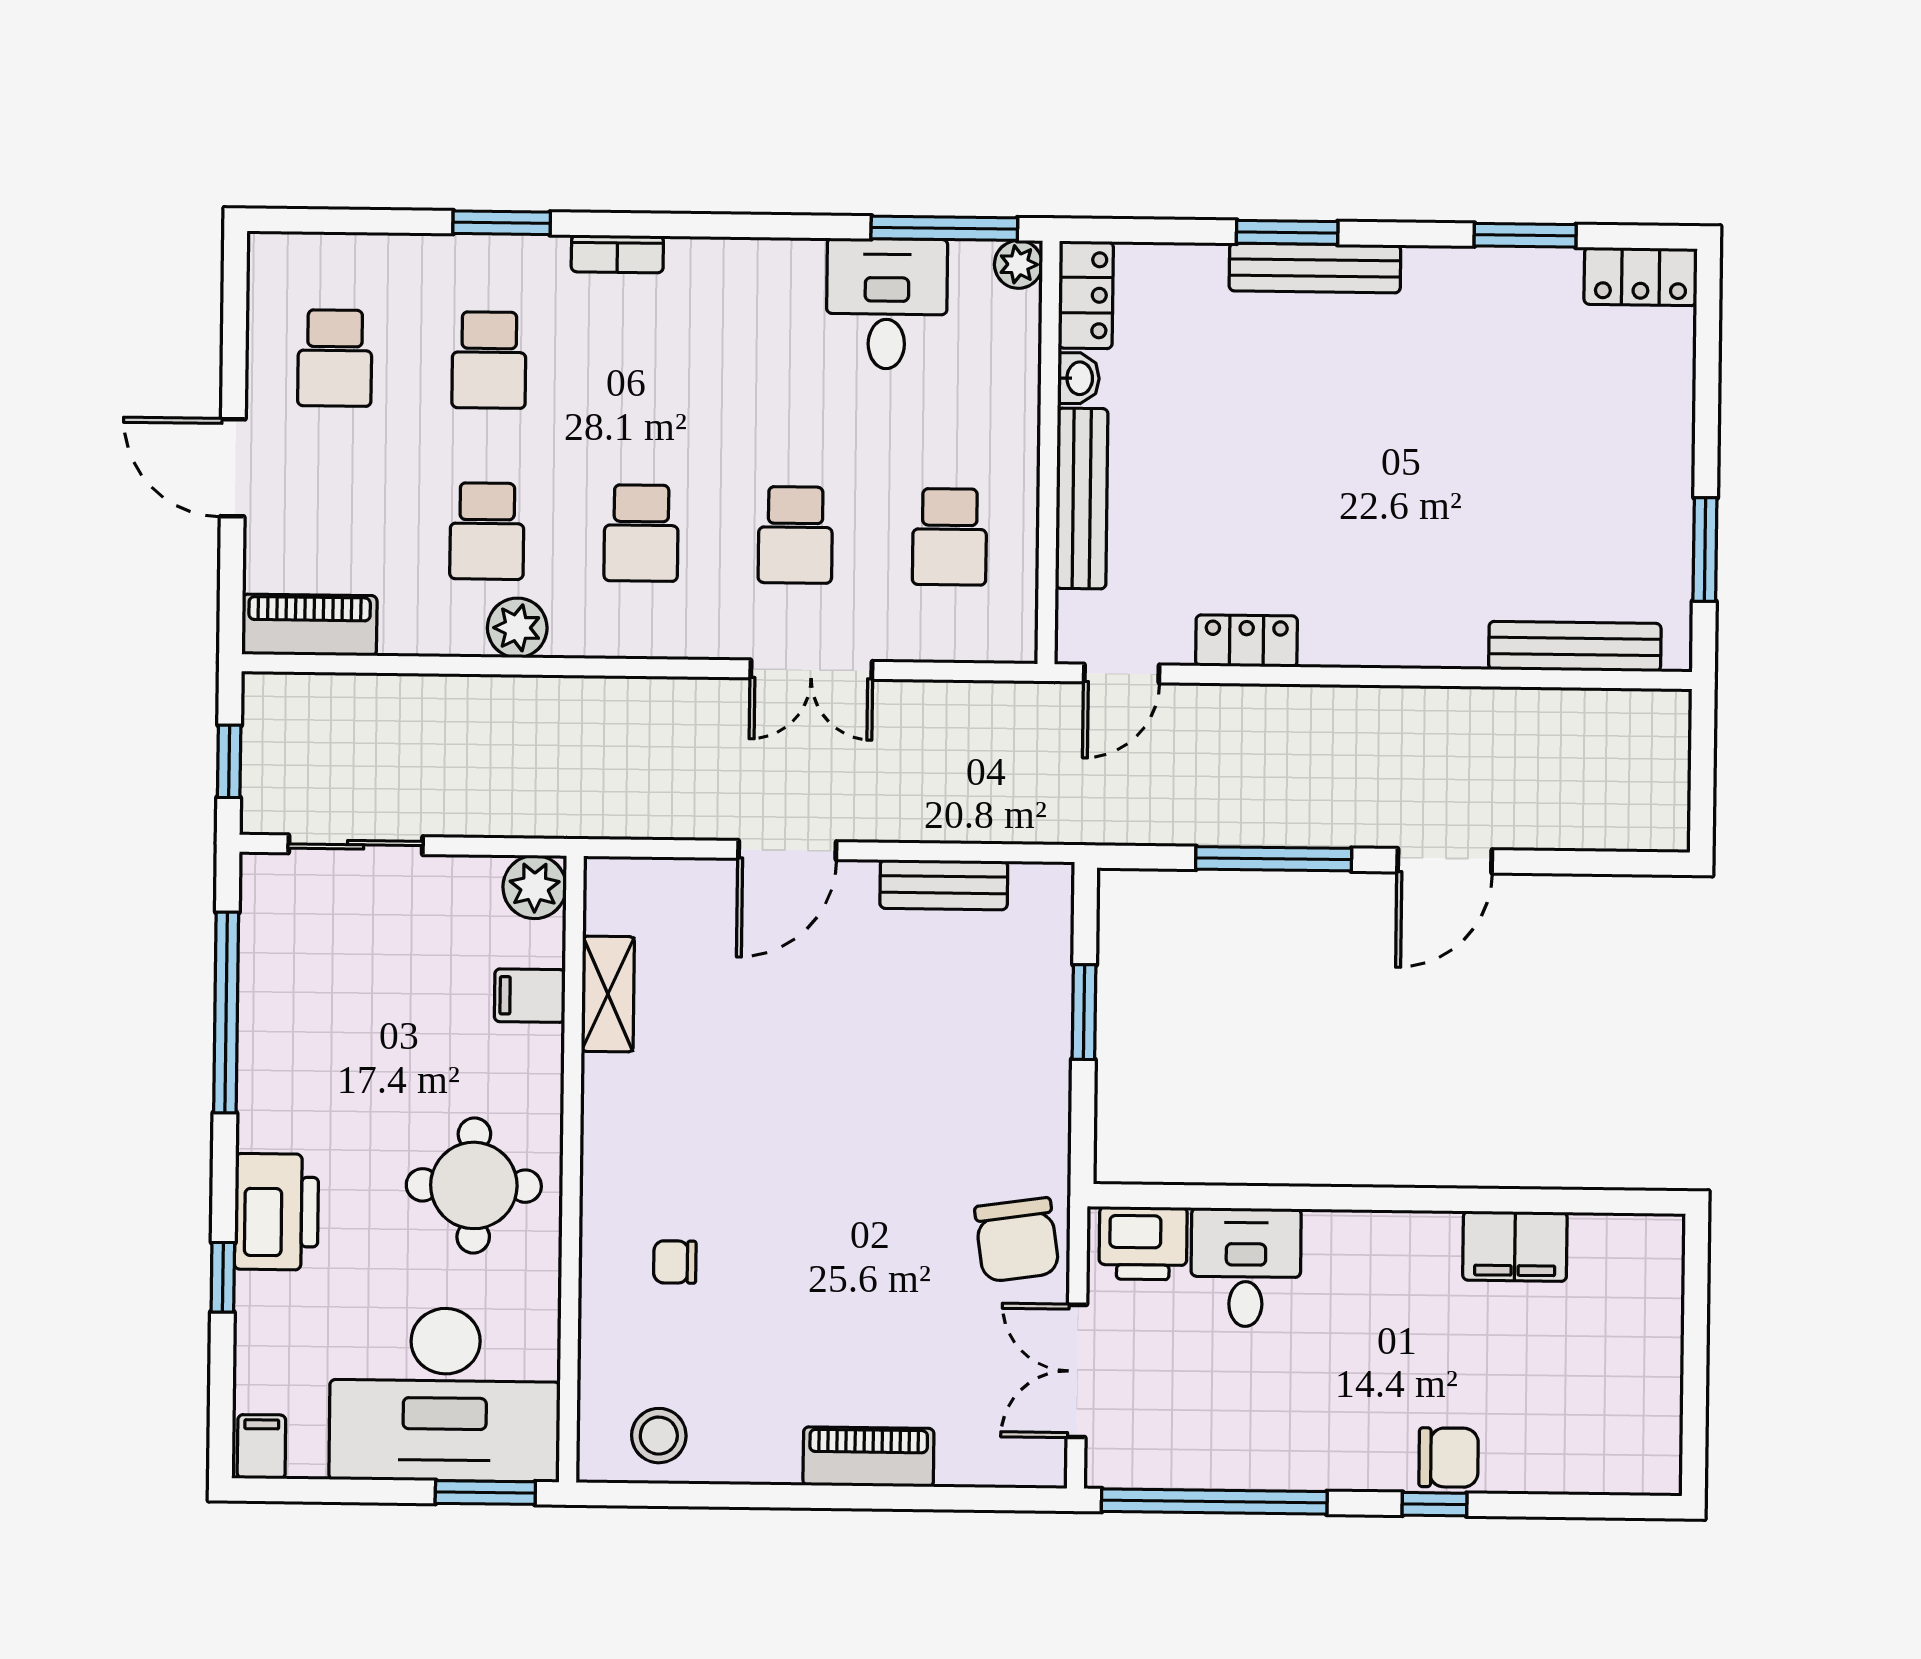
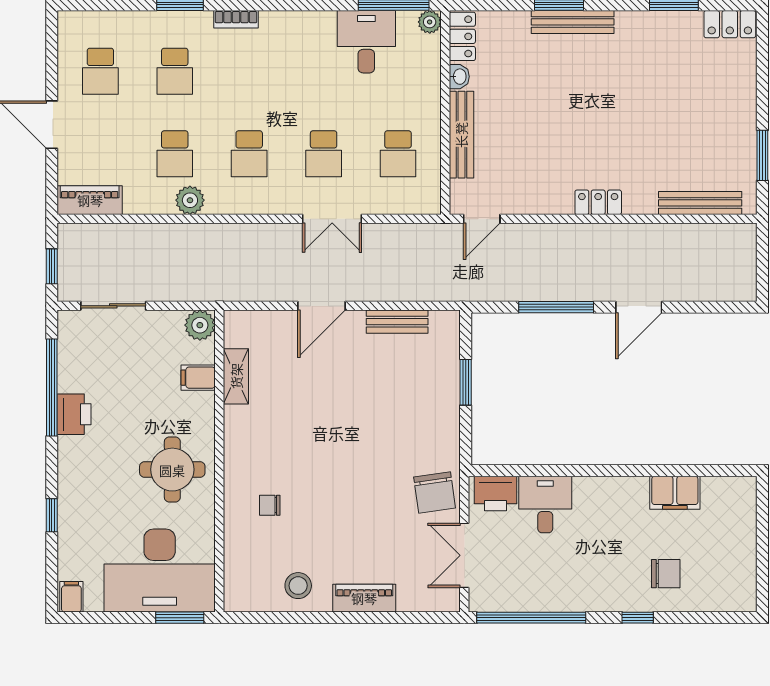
locker: (1247, 641) -> (598, 202), moved
printer: (276, 1212) -> (74, 414), moved, width x0.73, depth x0.84
stool: (659, 1436) -> (298, 586), moved
chair: (1449, 1458) -> (666, 574), moved

